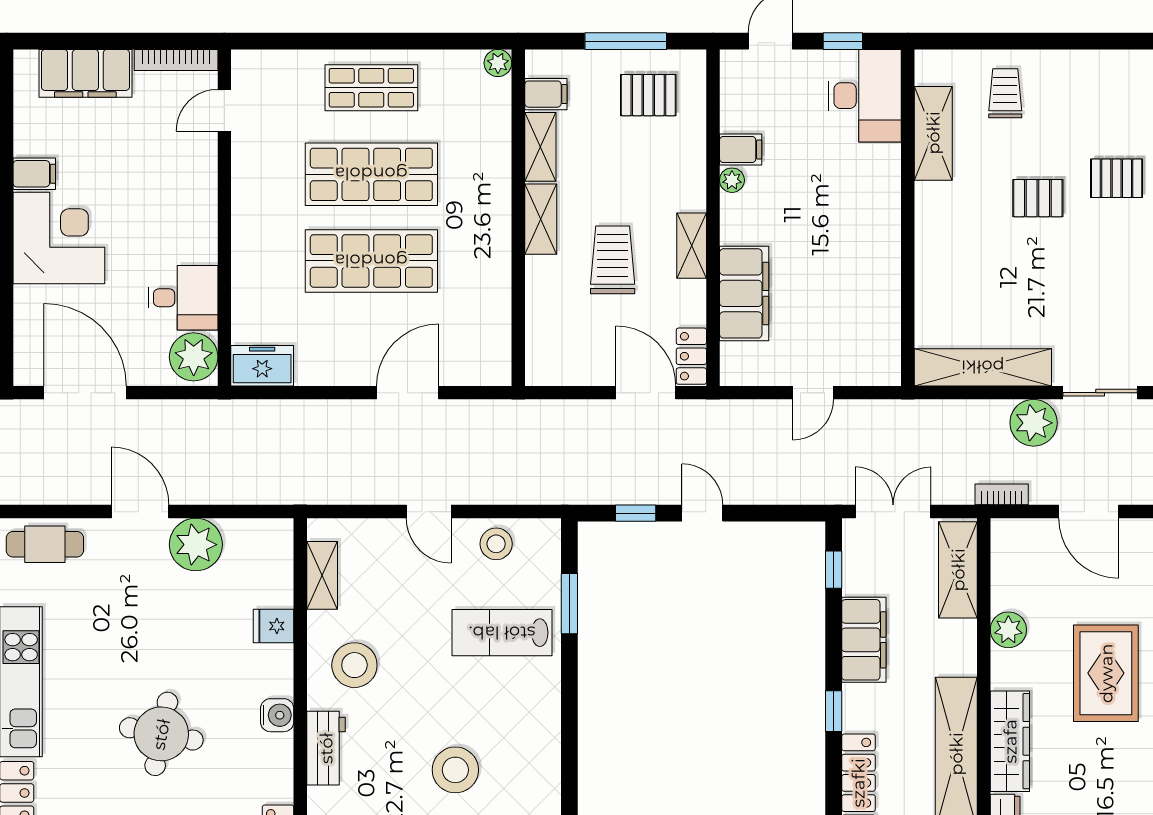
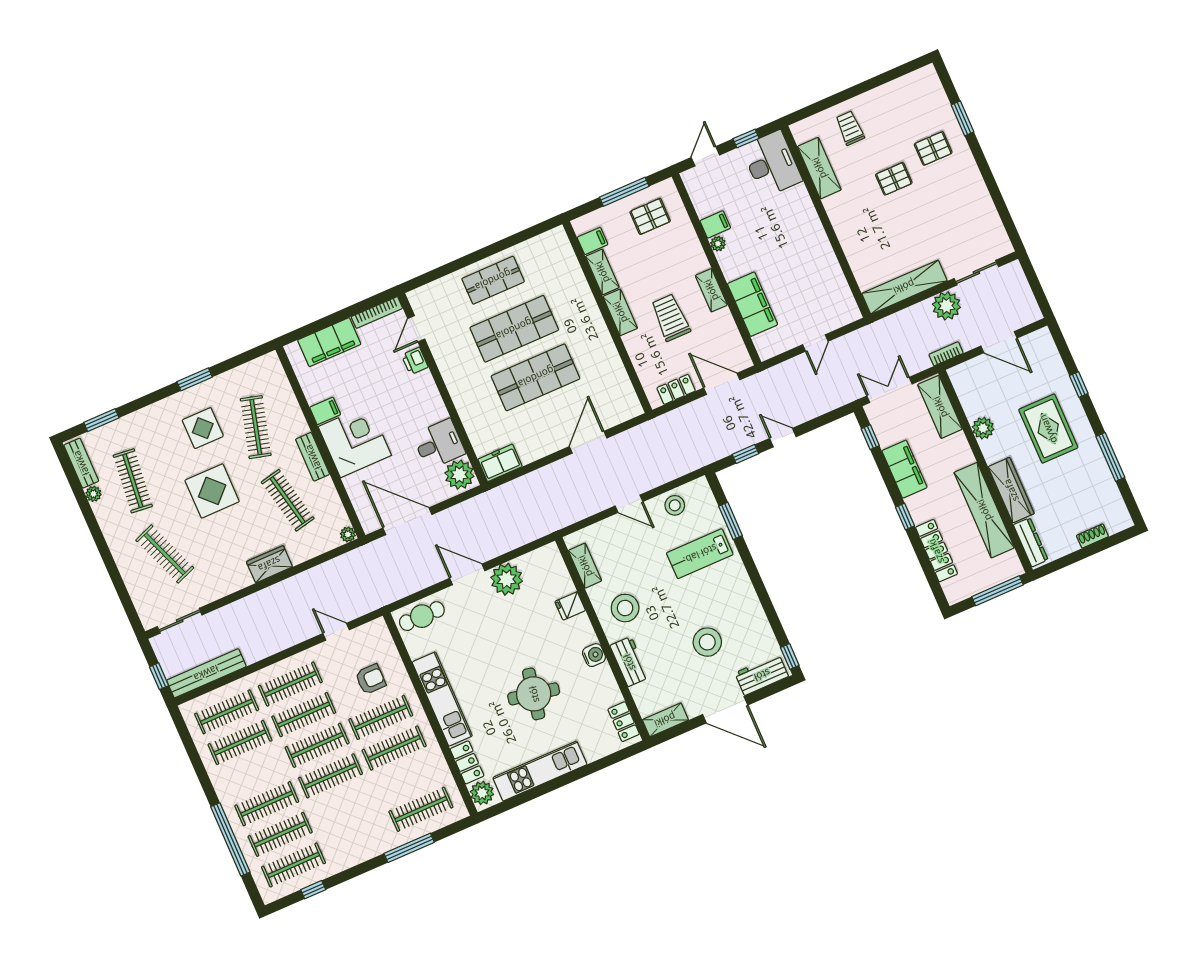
plant: (498, 63) -> (558, 235), removed
printer: (201, 158) -> (415, 361), added
locker: (691, 356) -> (676, 389), moved, turned 90

